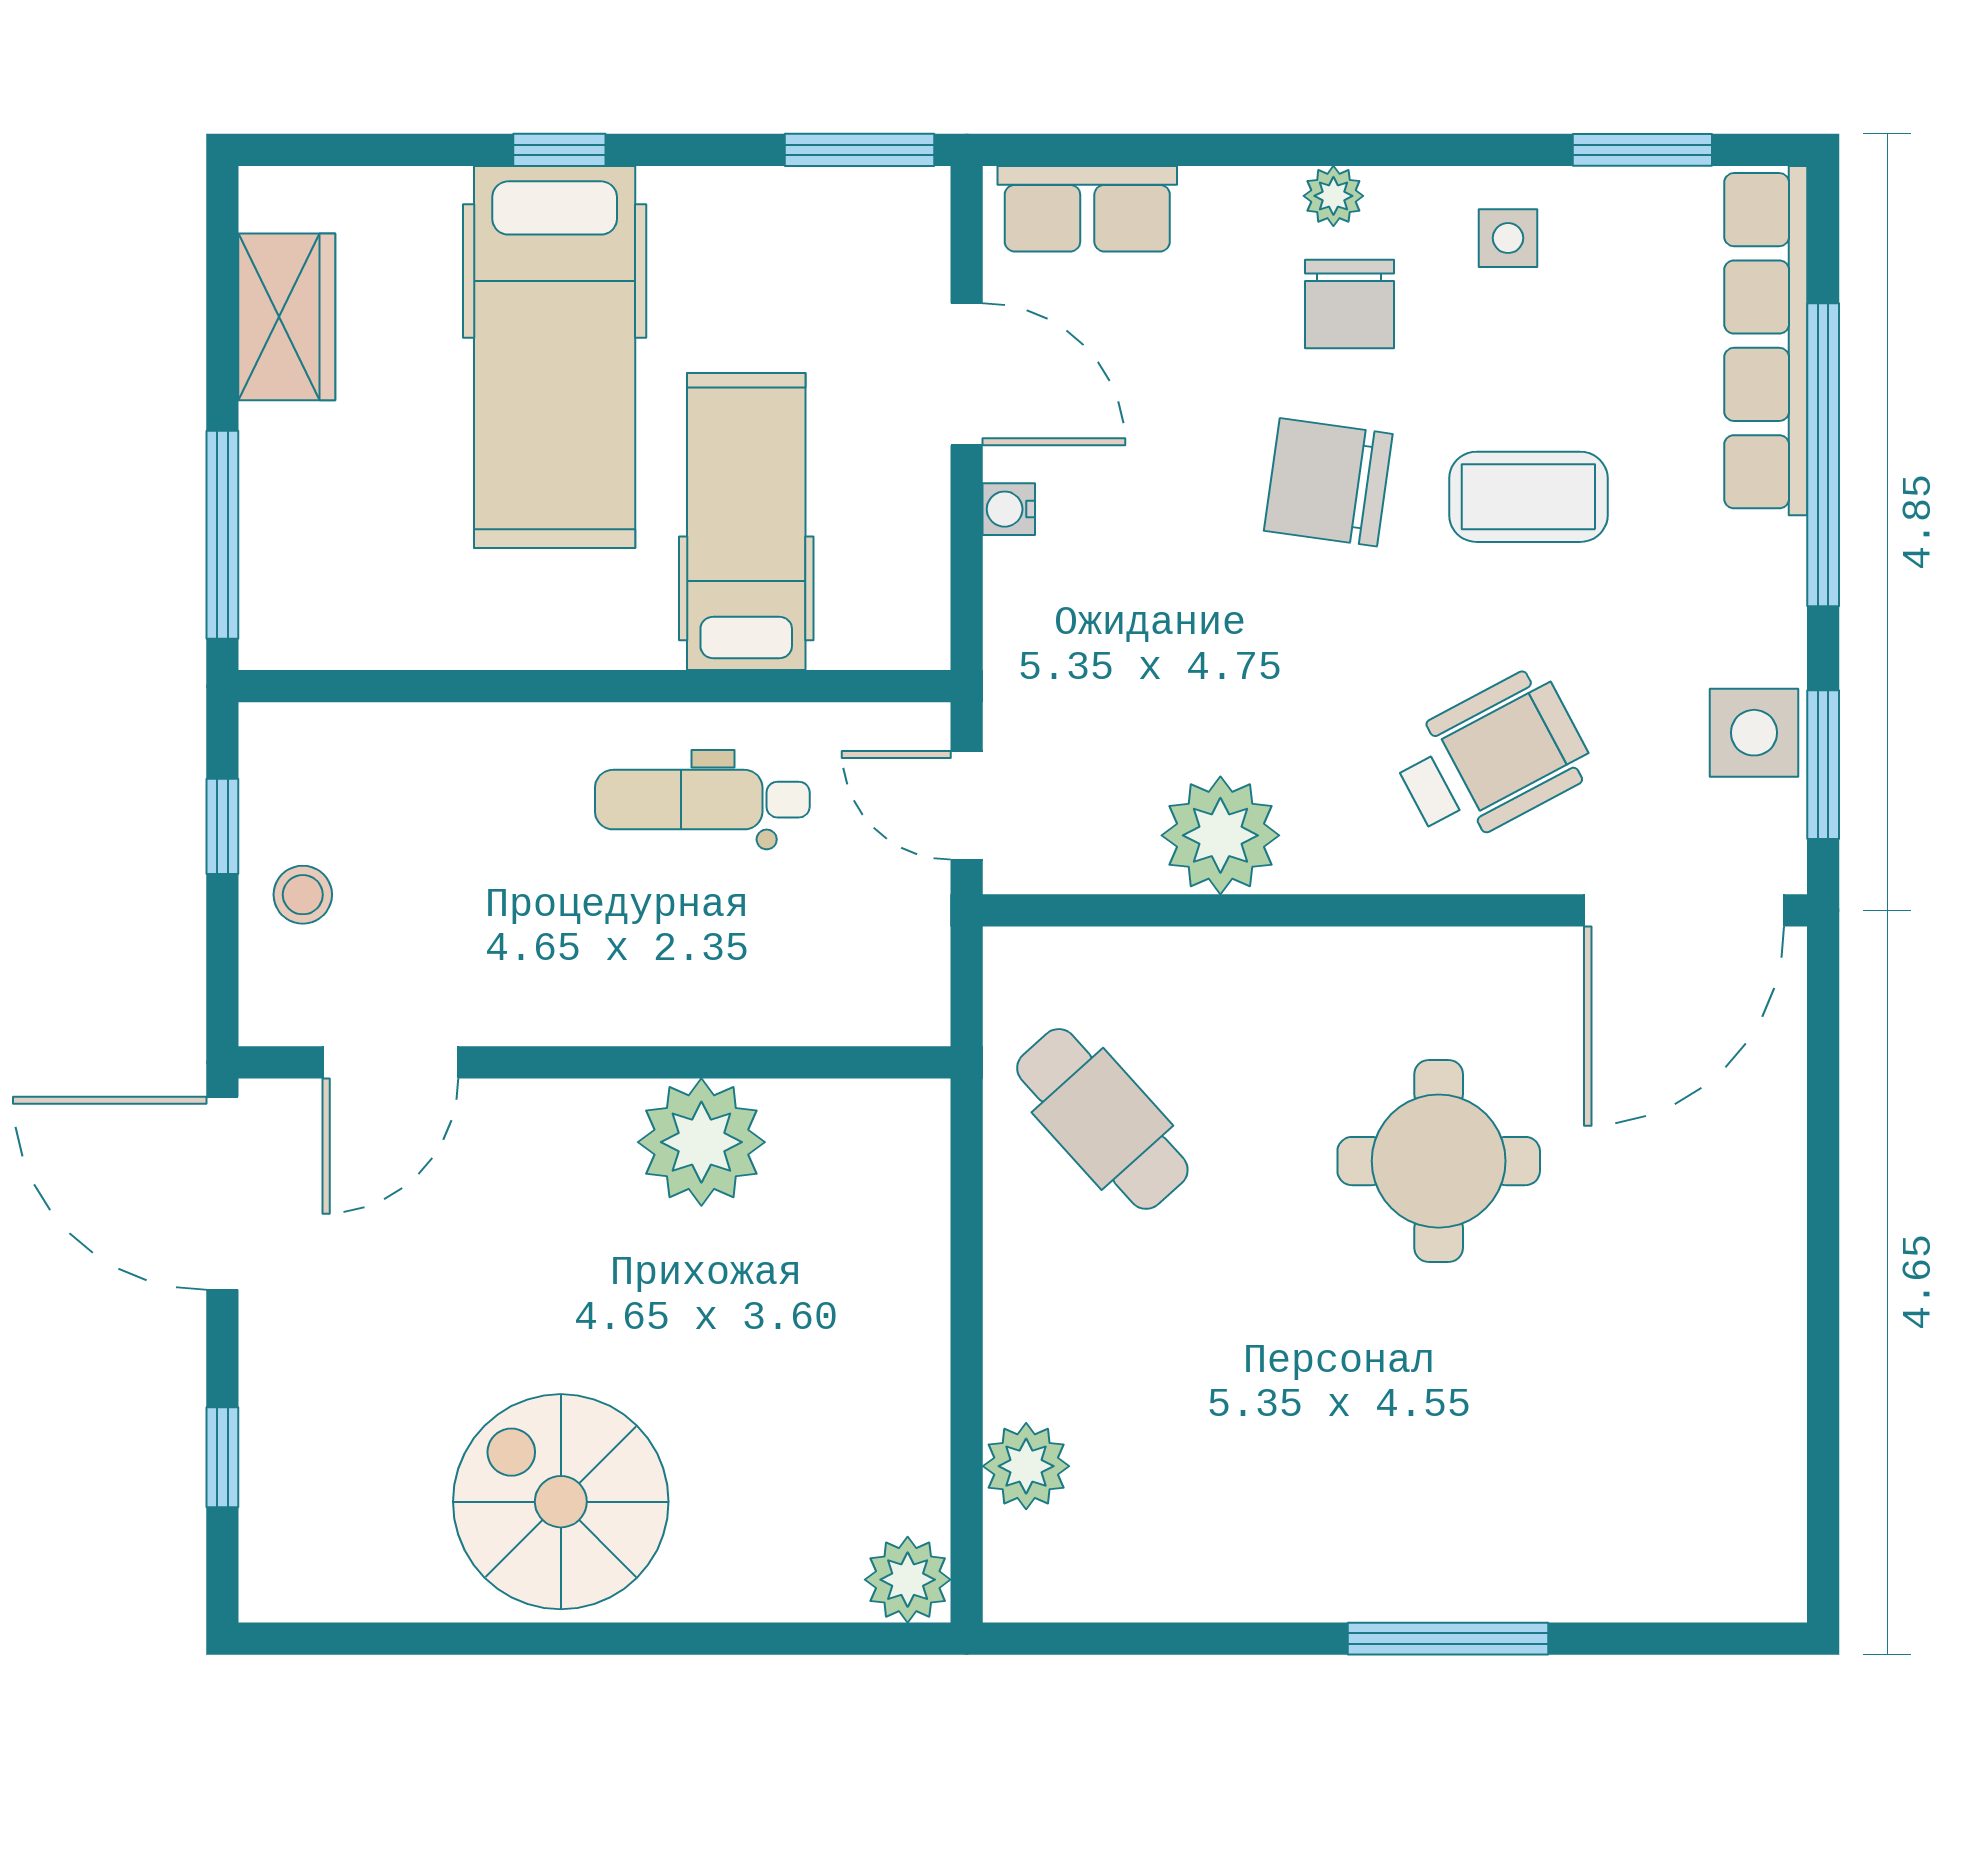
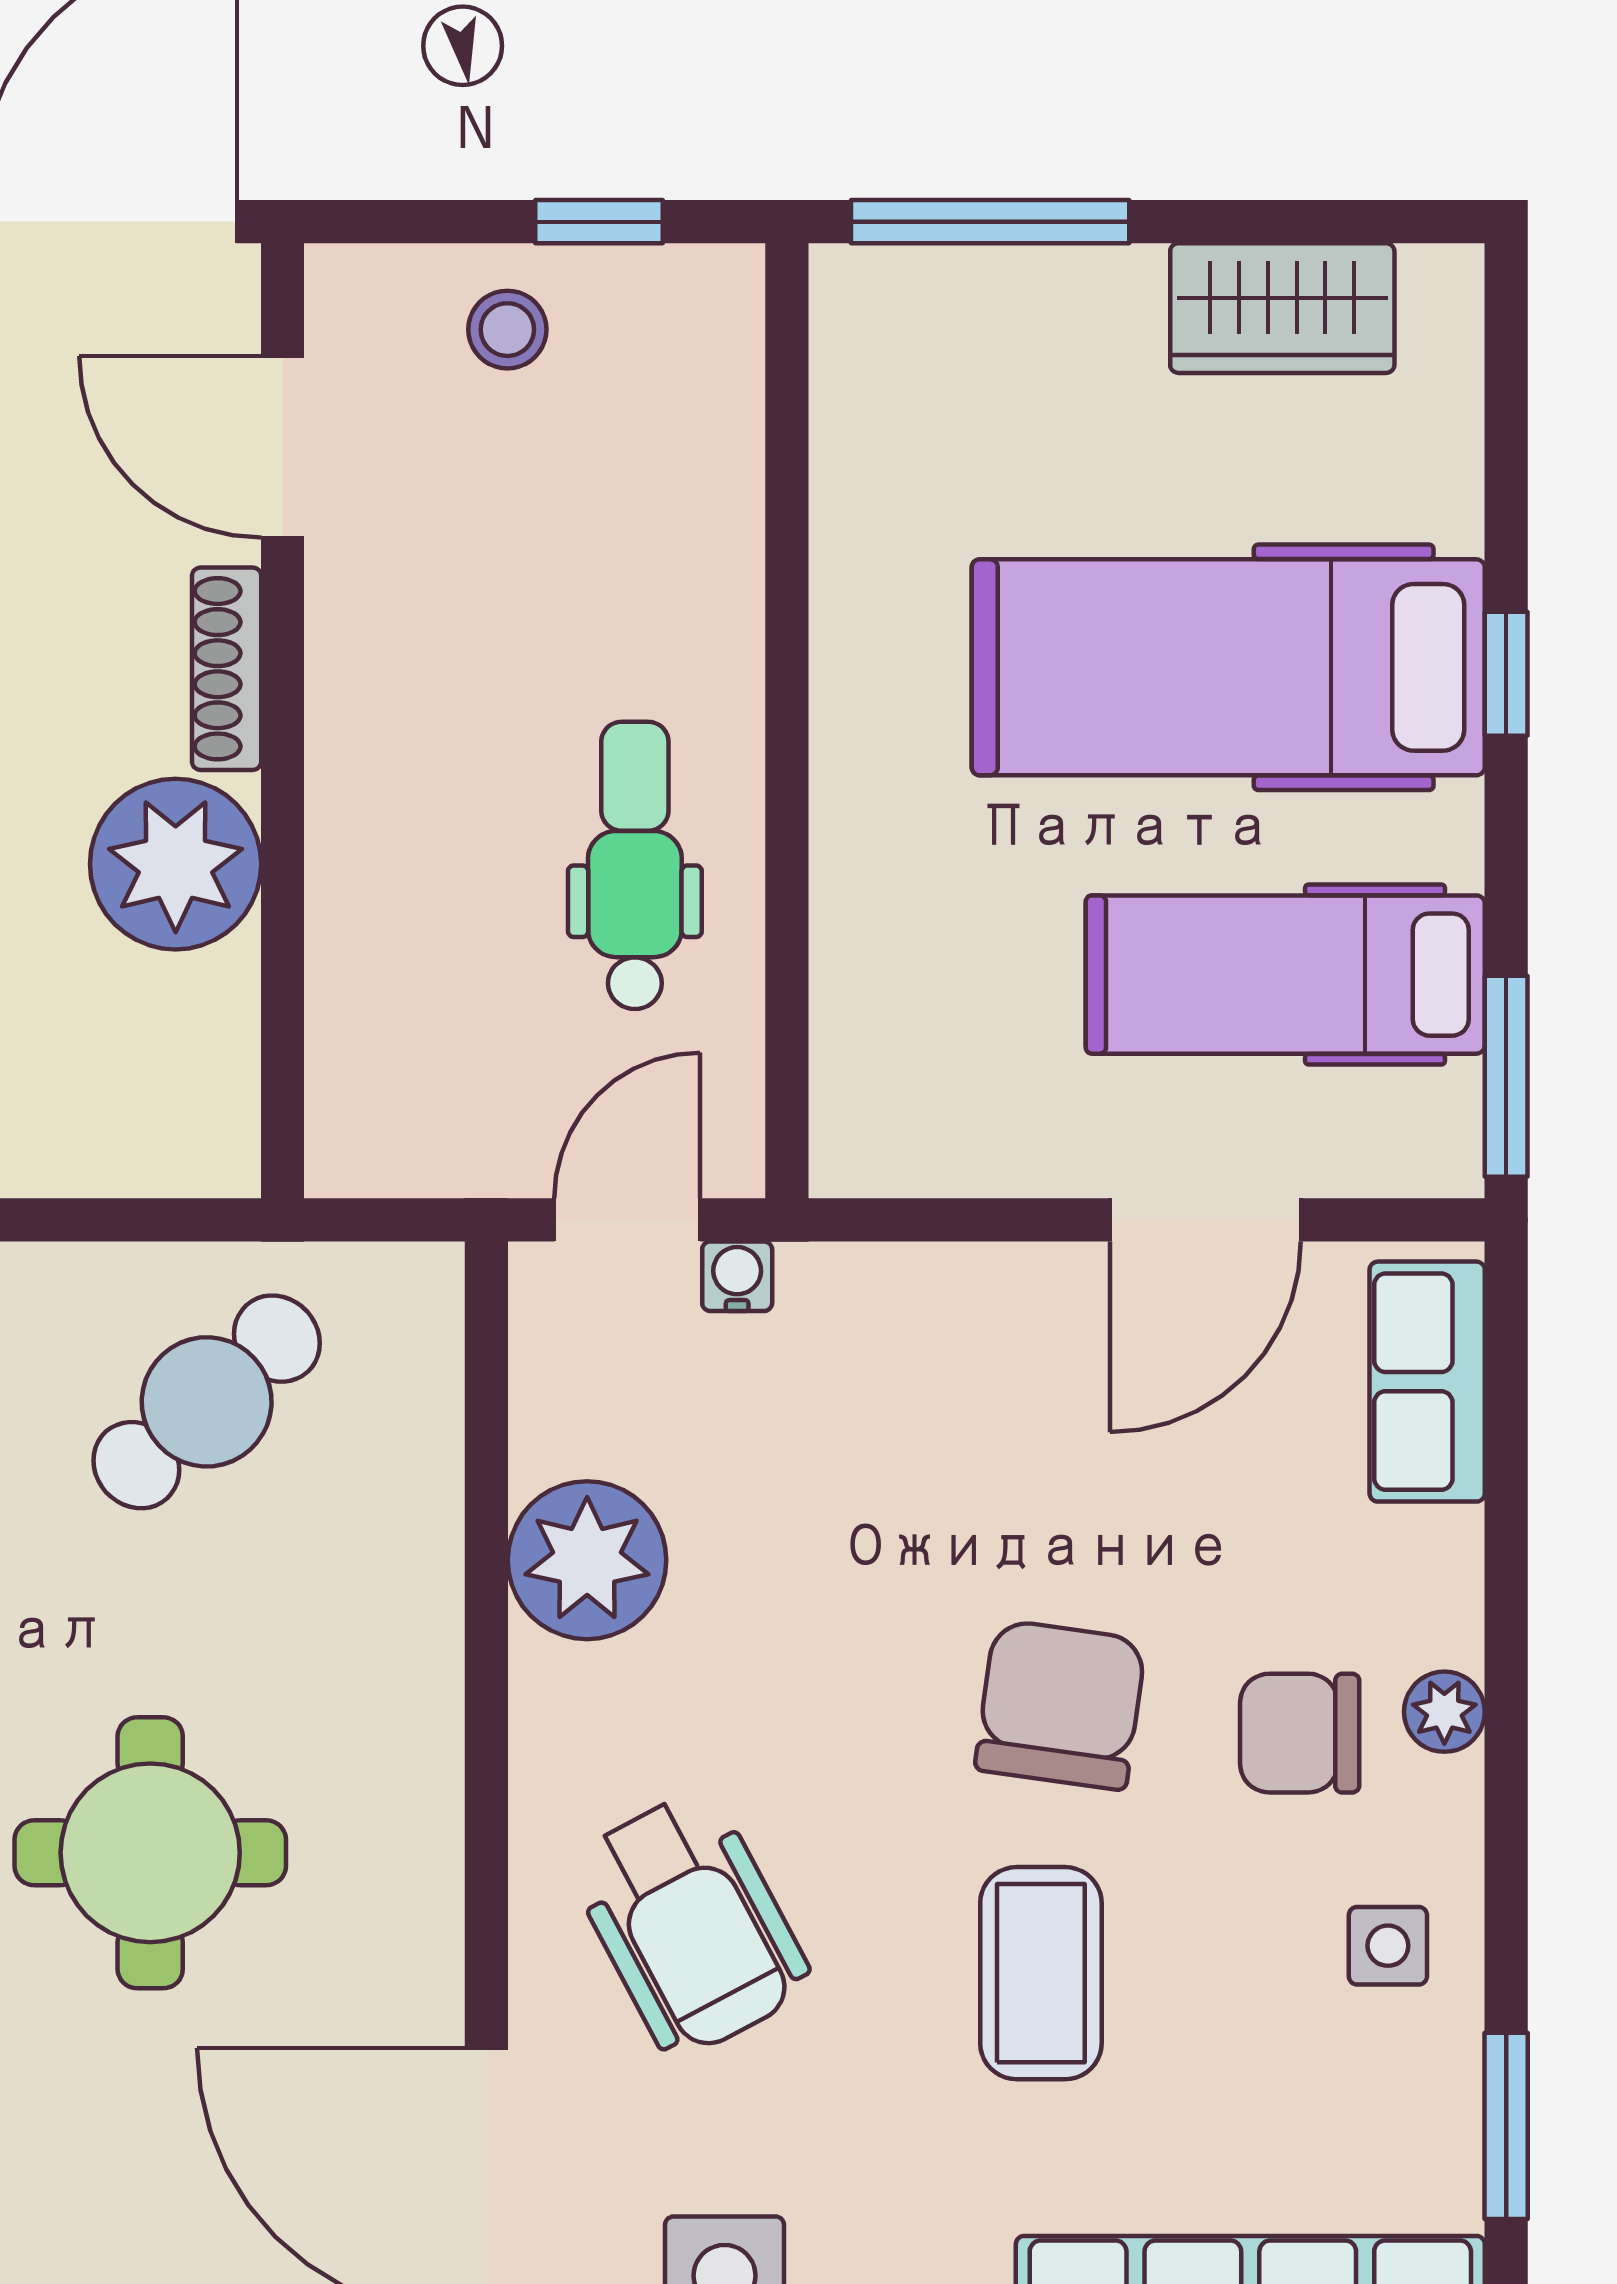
water cooler: (1009, 509) -> (737, 1276), moved
hospital bed: (746, 522) -> (1285, 975), moved, turned 180
shoe rack: (556, 1104) -> (227, 669), added

